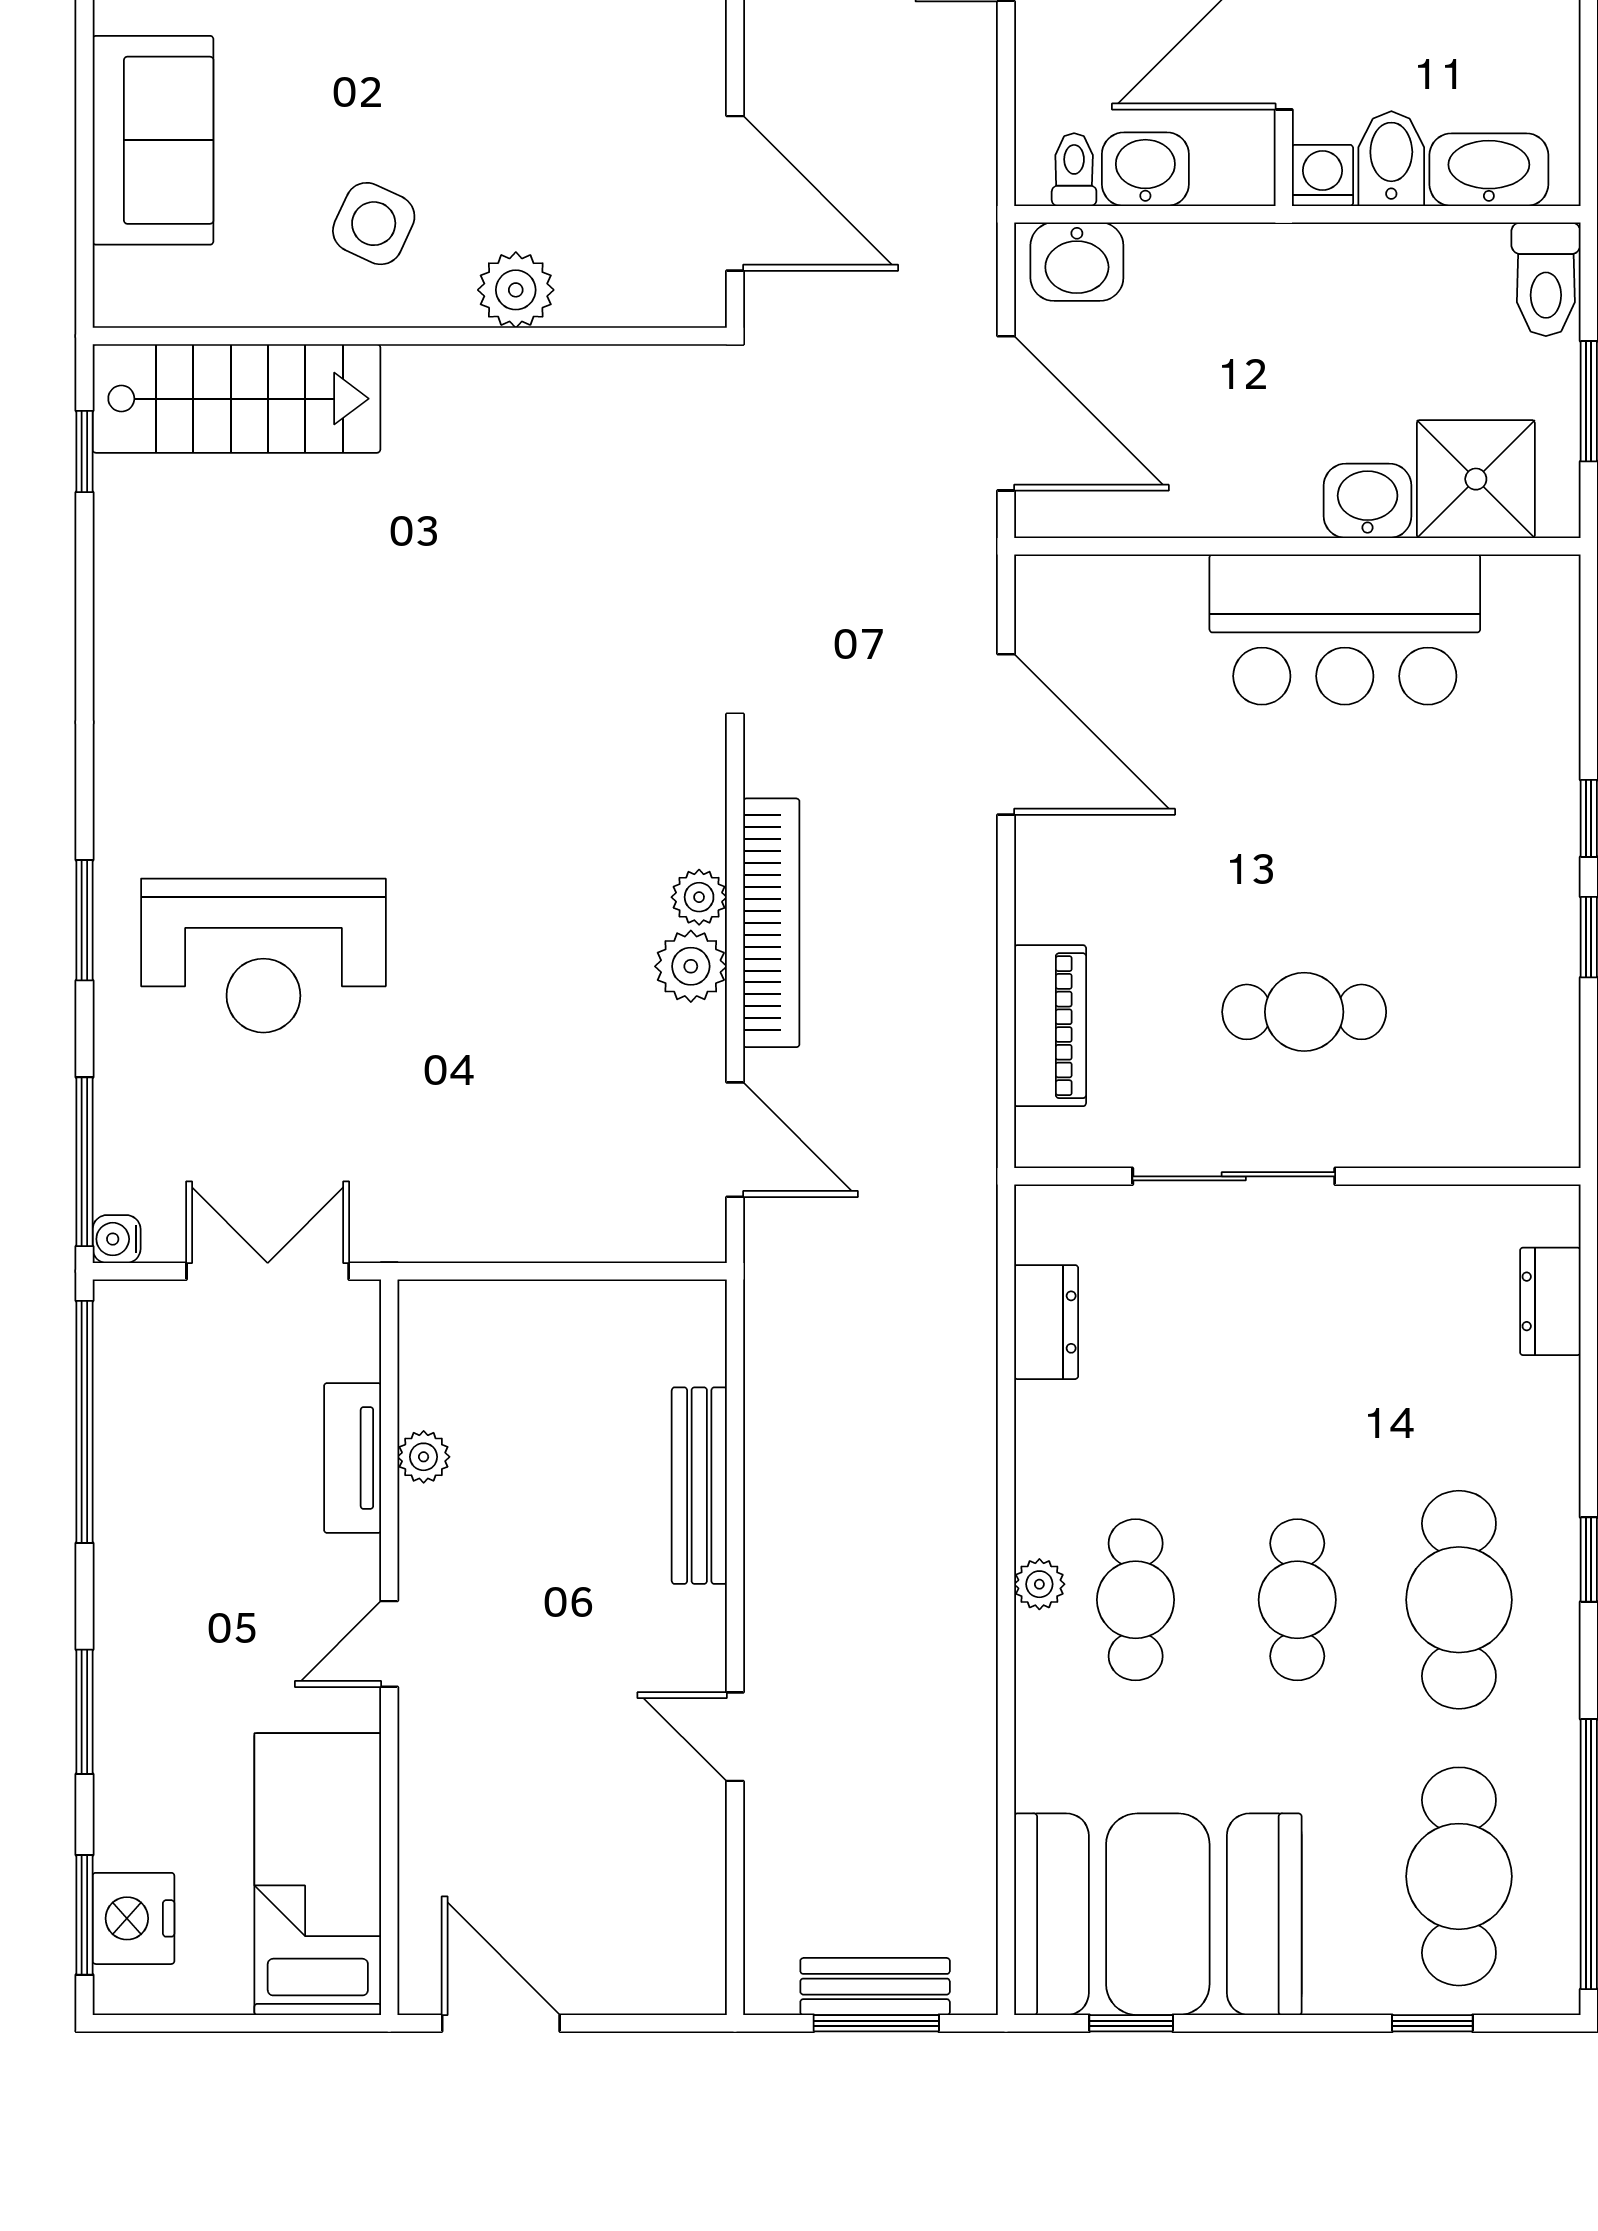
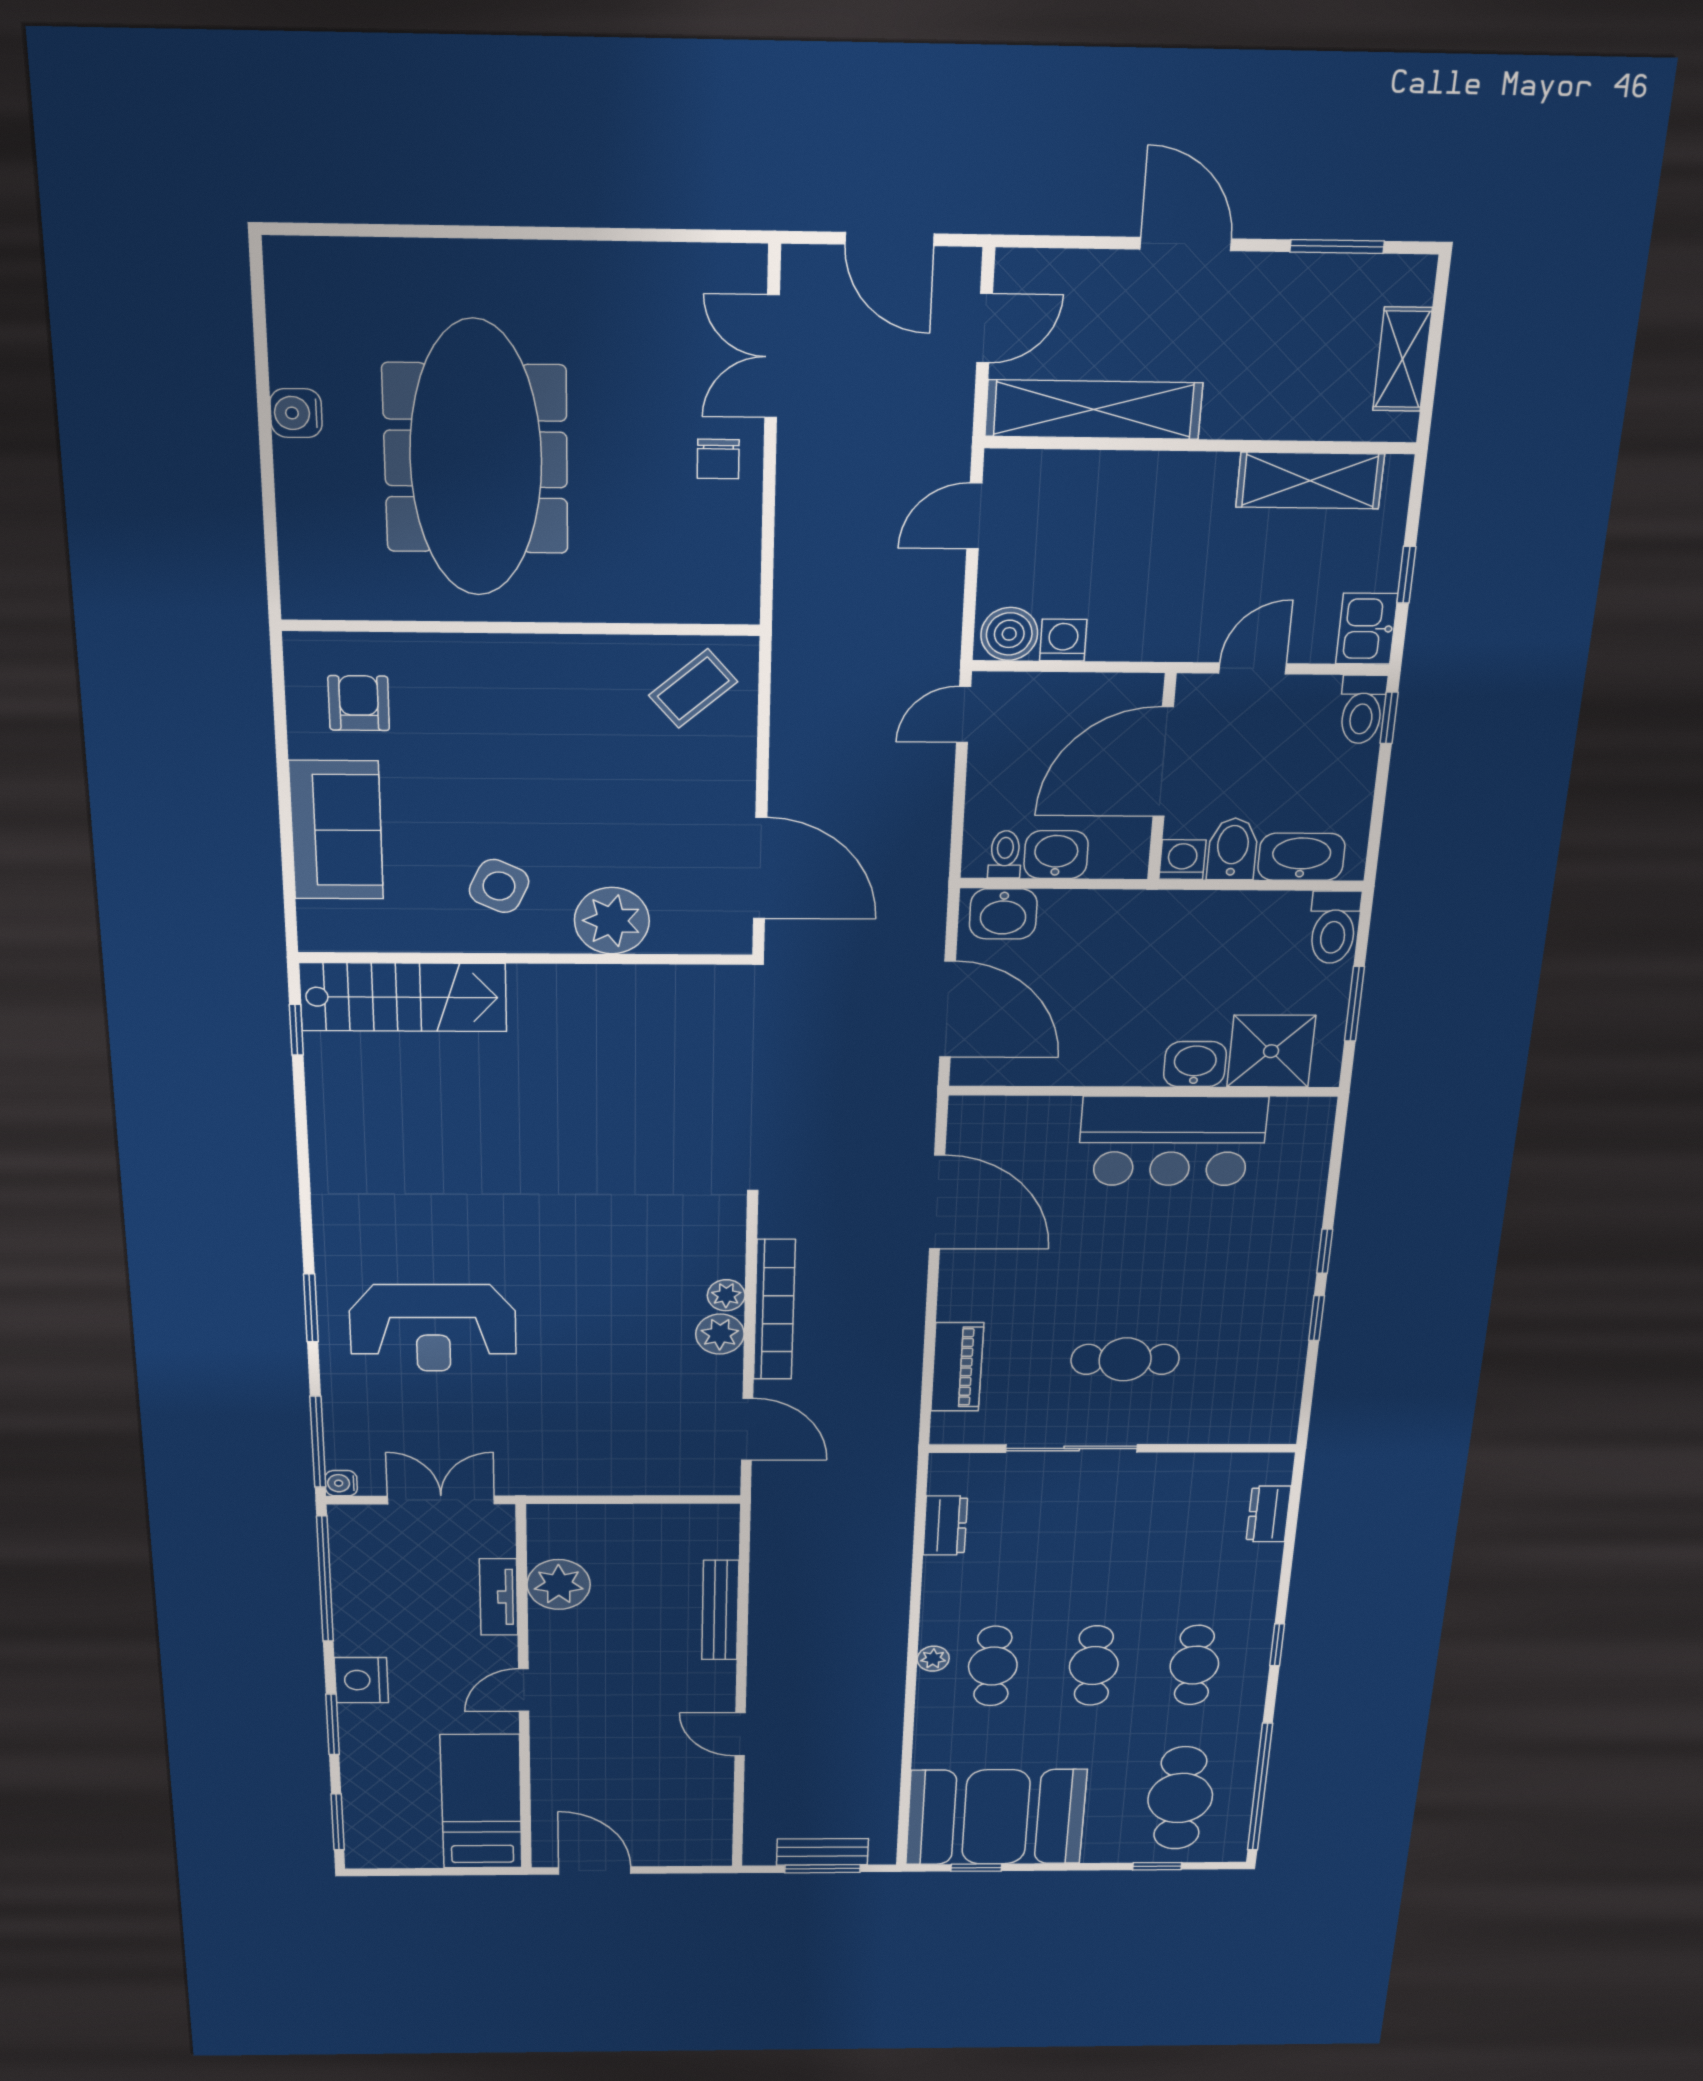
plant: (516, 290) -> (612, 921), width x1.36, depth x1.36
plant: (424, 1457) -> (559, 1584), width x1.87, depth x1.87
cafe table: (1459, 1600) -> (1194, 1665), width x0.73, depth x0.74
nightstand: (133, 1918) -> (361, 1680), moved

